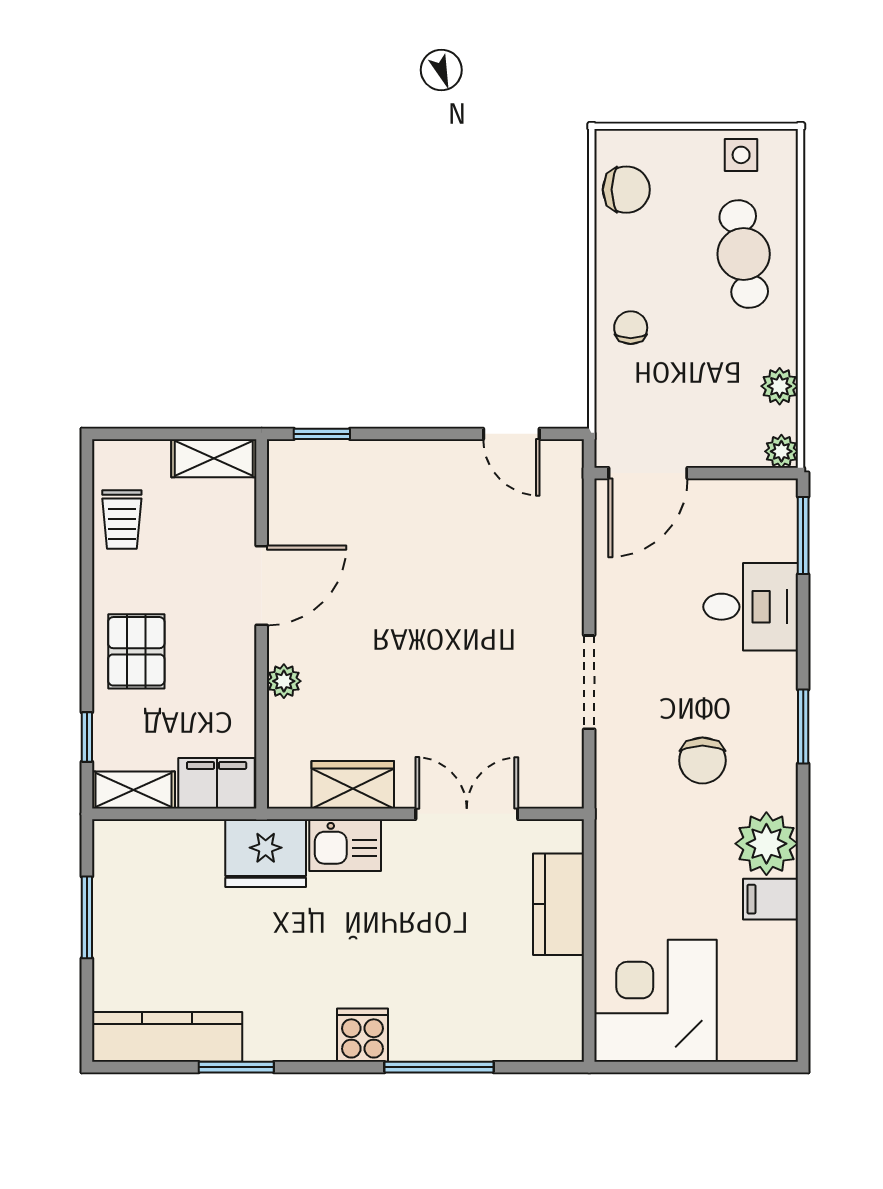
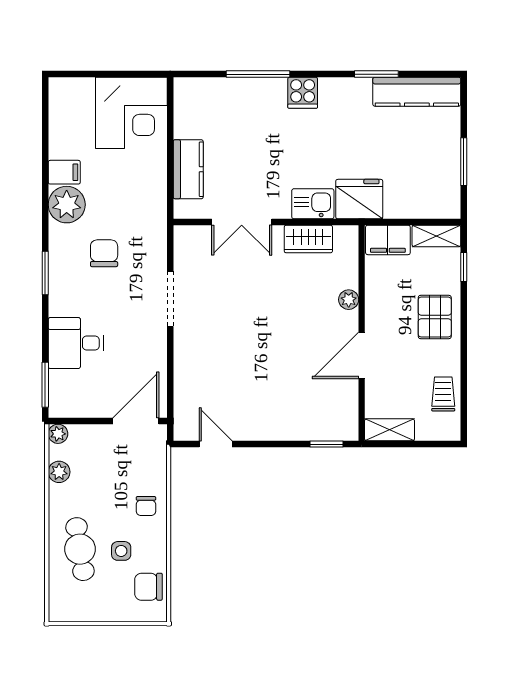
side table: (741, 155) -> (121, 551), moved

